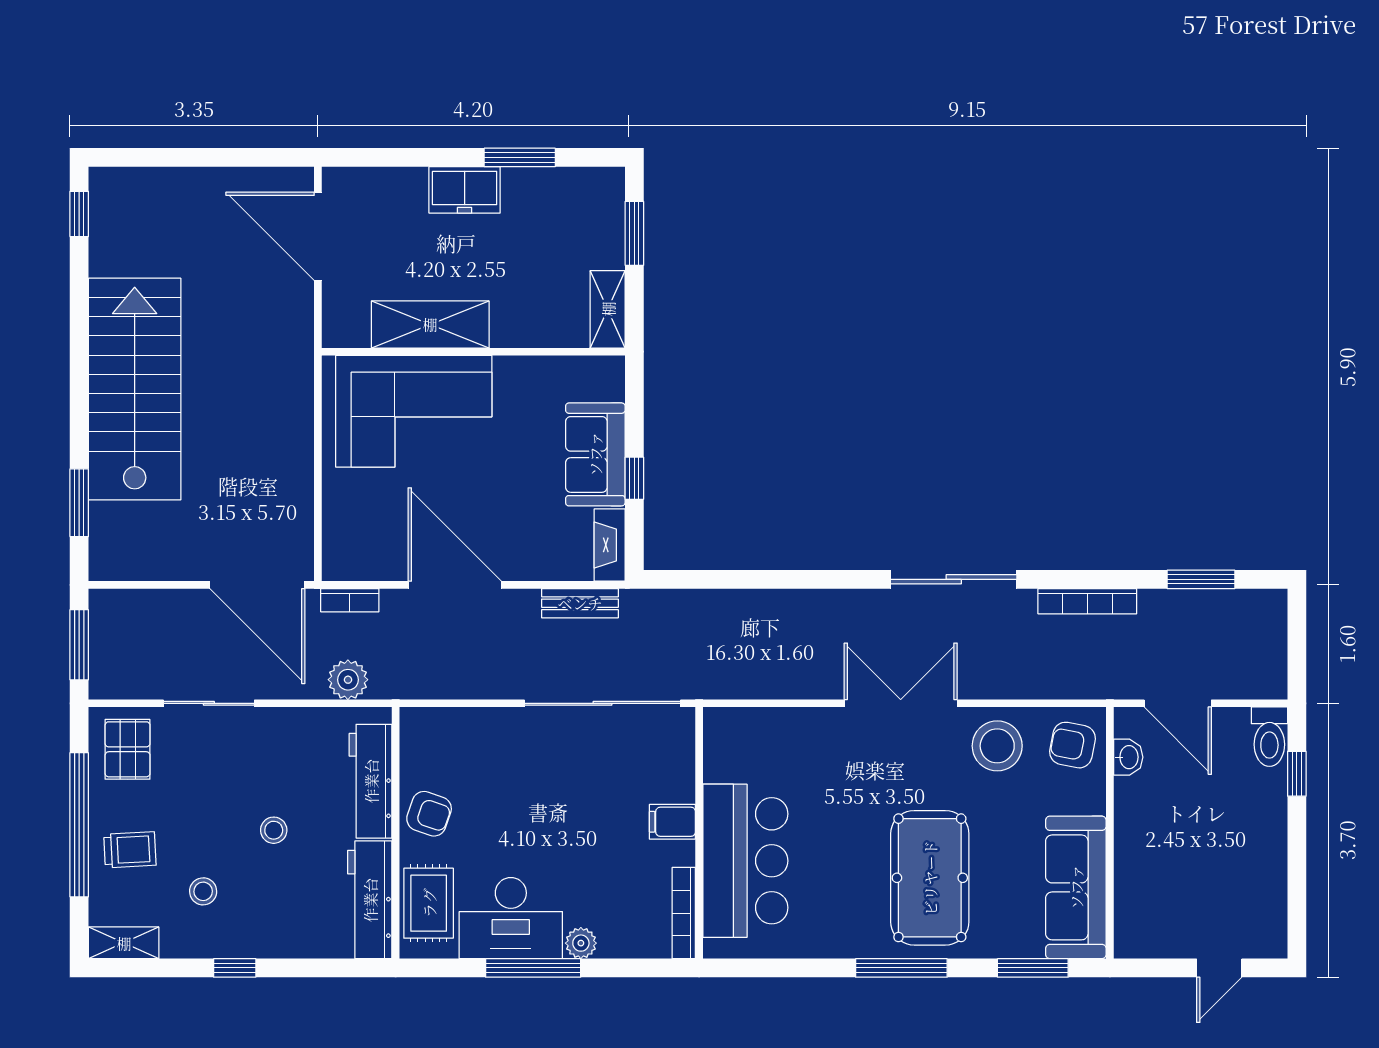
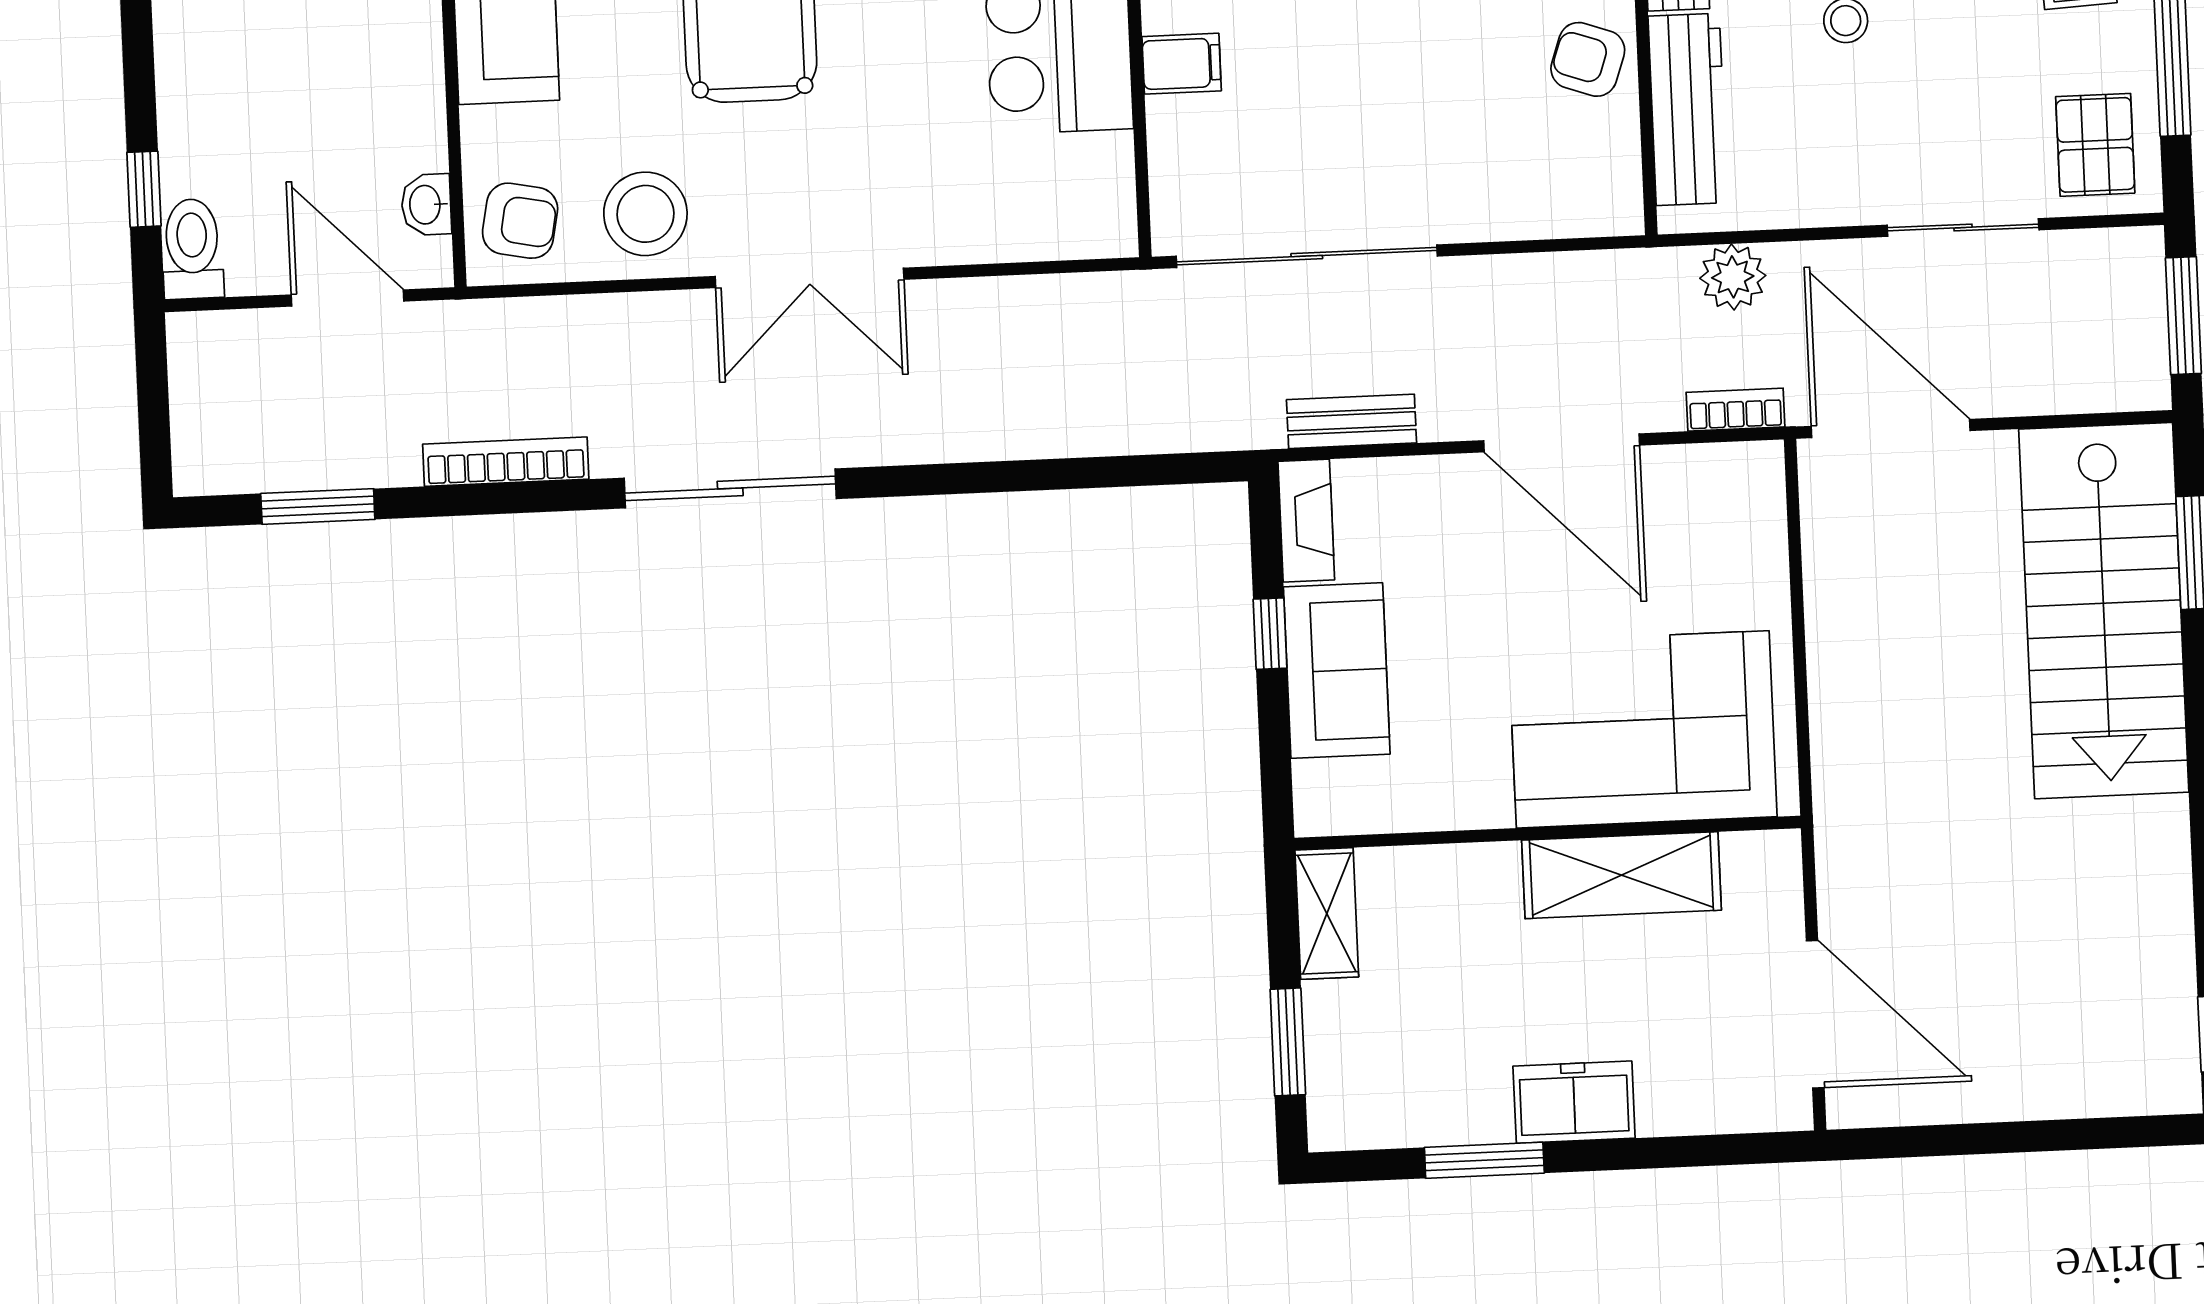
stairs: (135, 389) -> (2104, 611), moved

